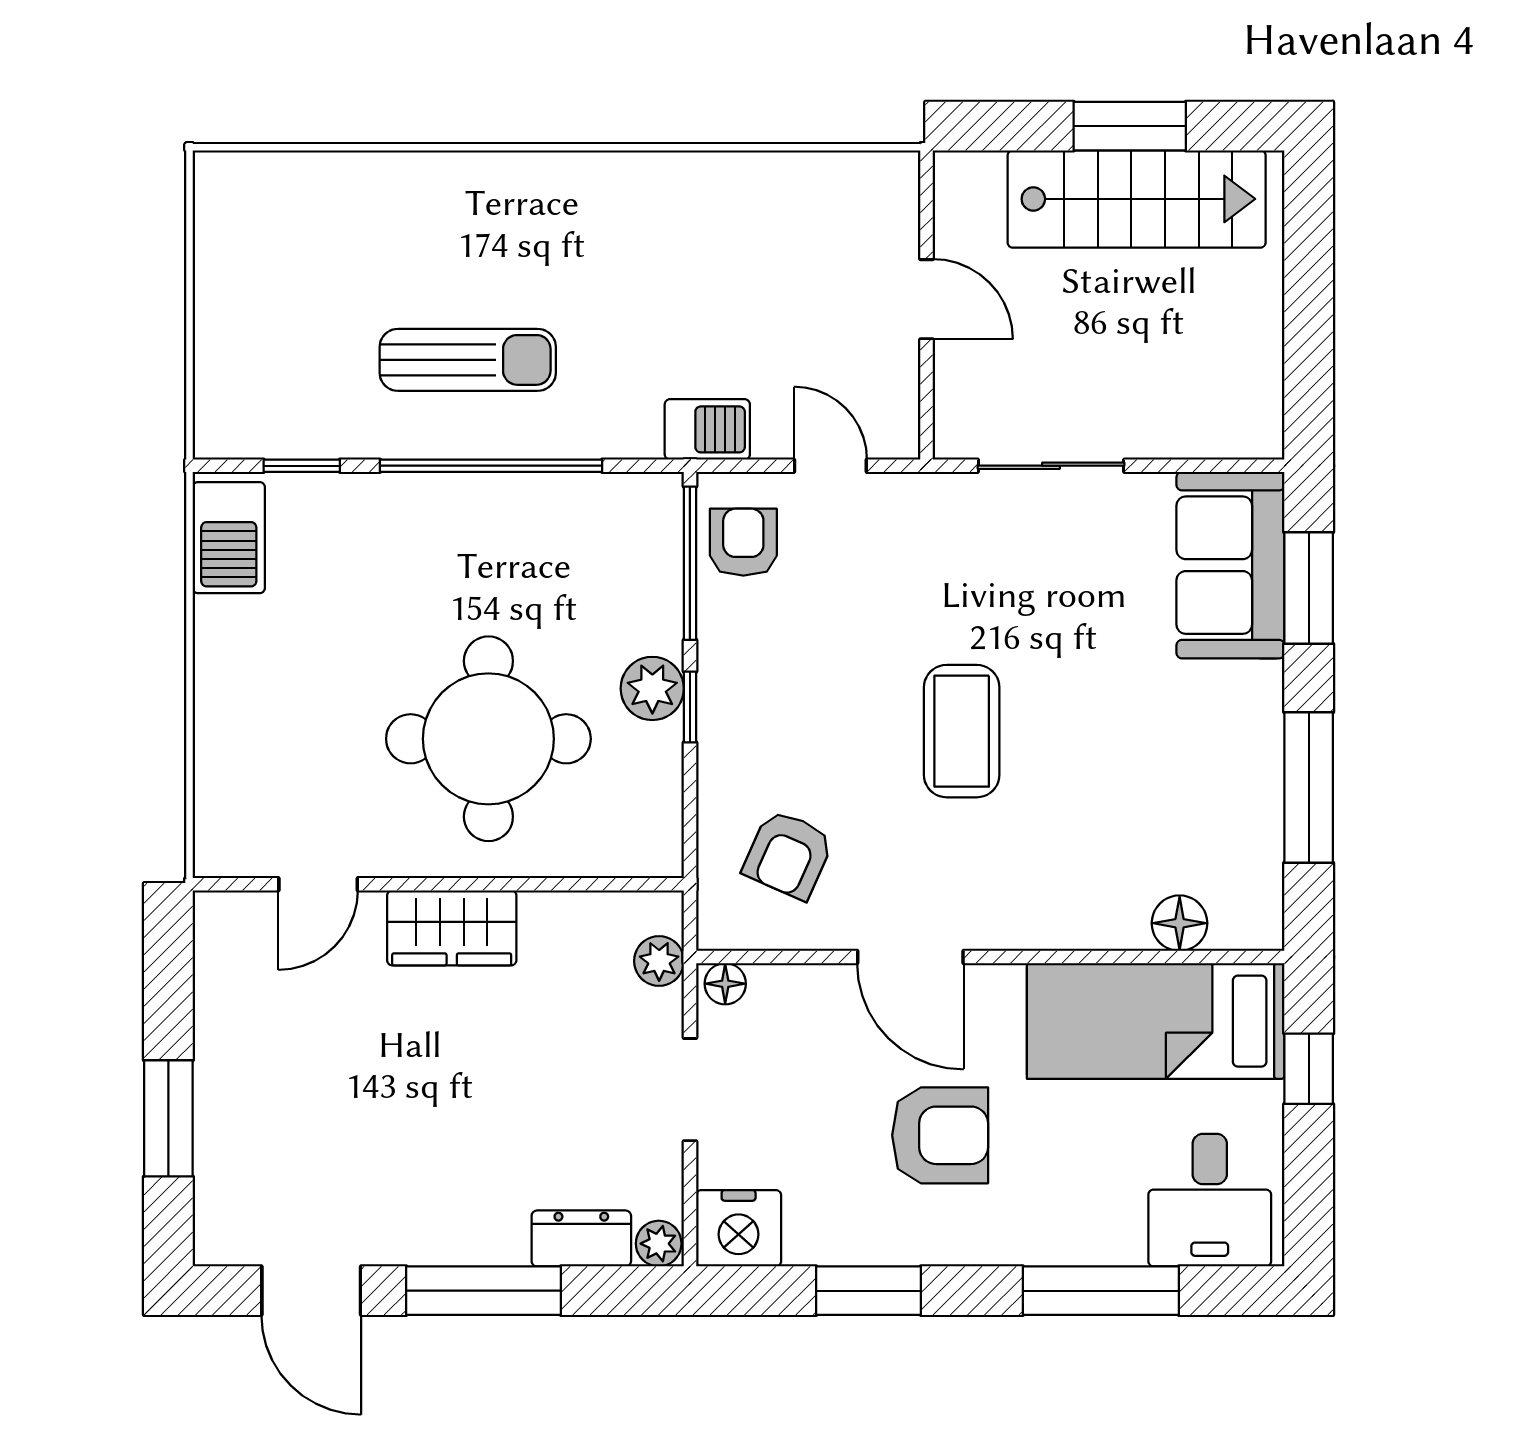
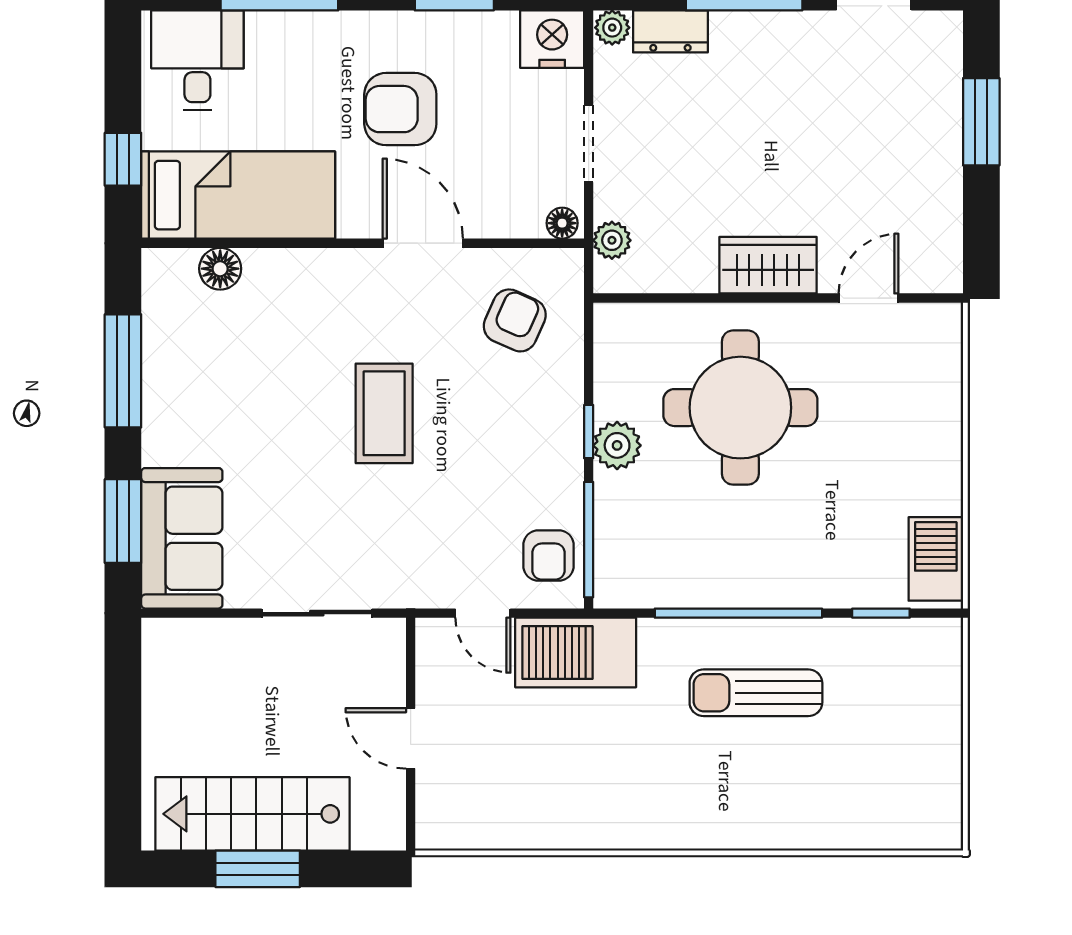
barbecue: (707, 429) -> (576, 652), width x1.88, depth x1.53

